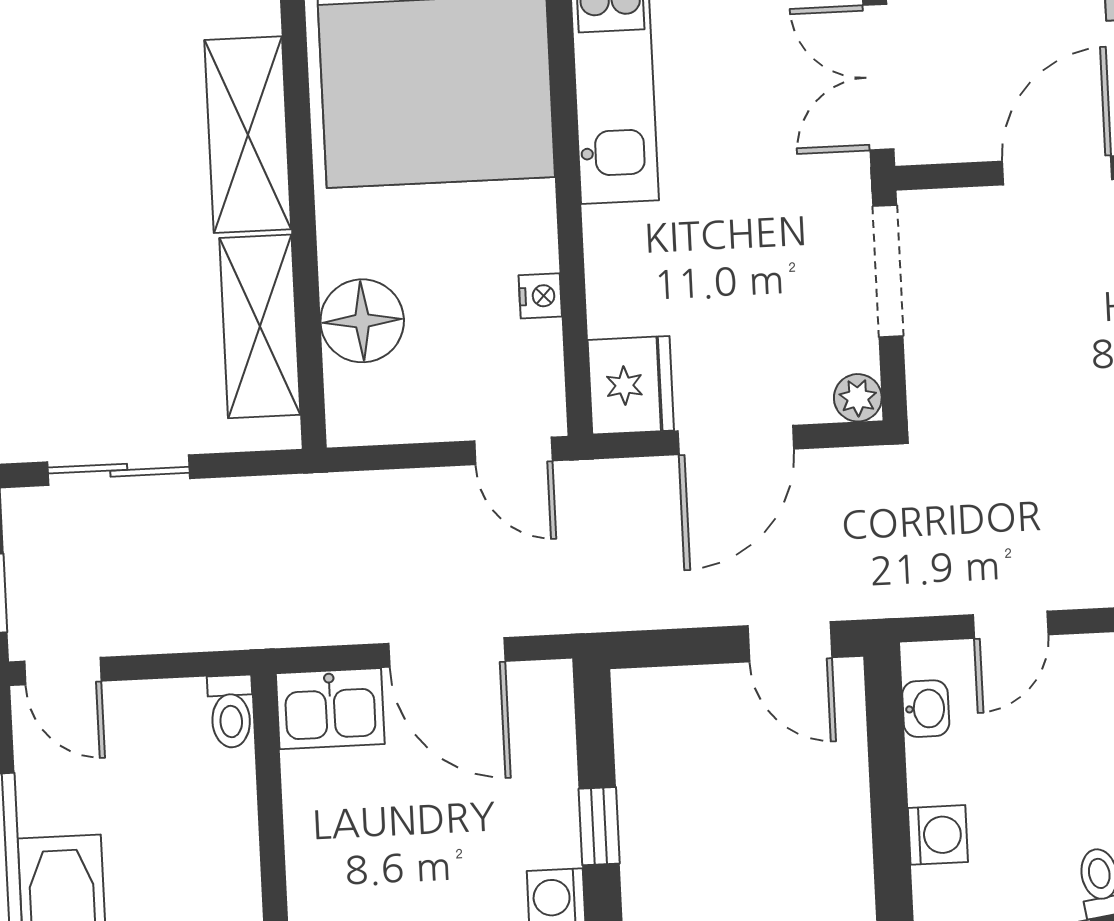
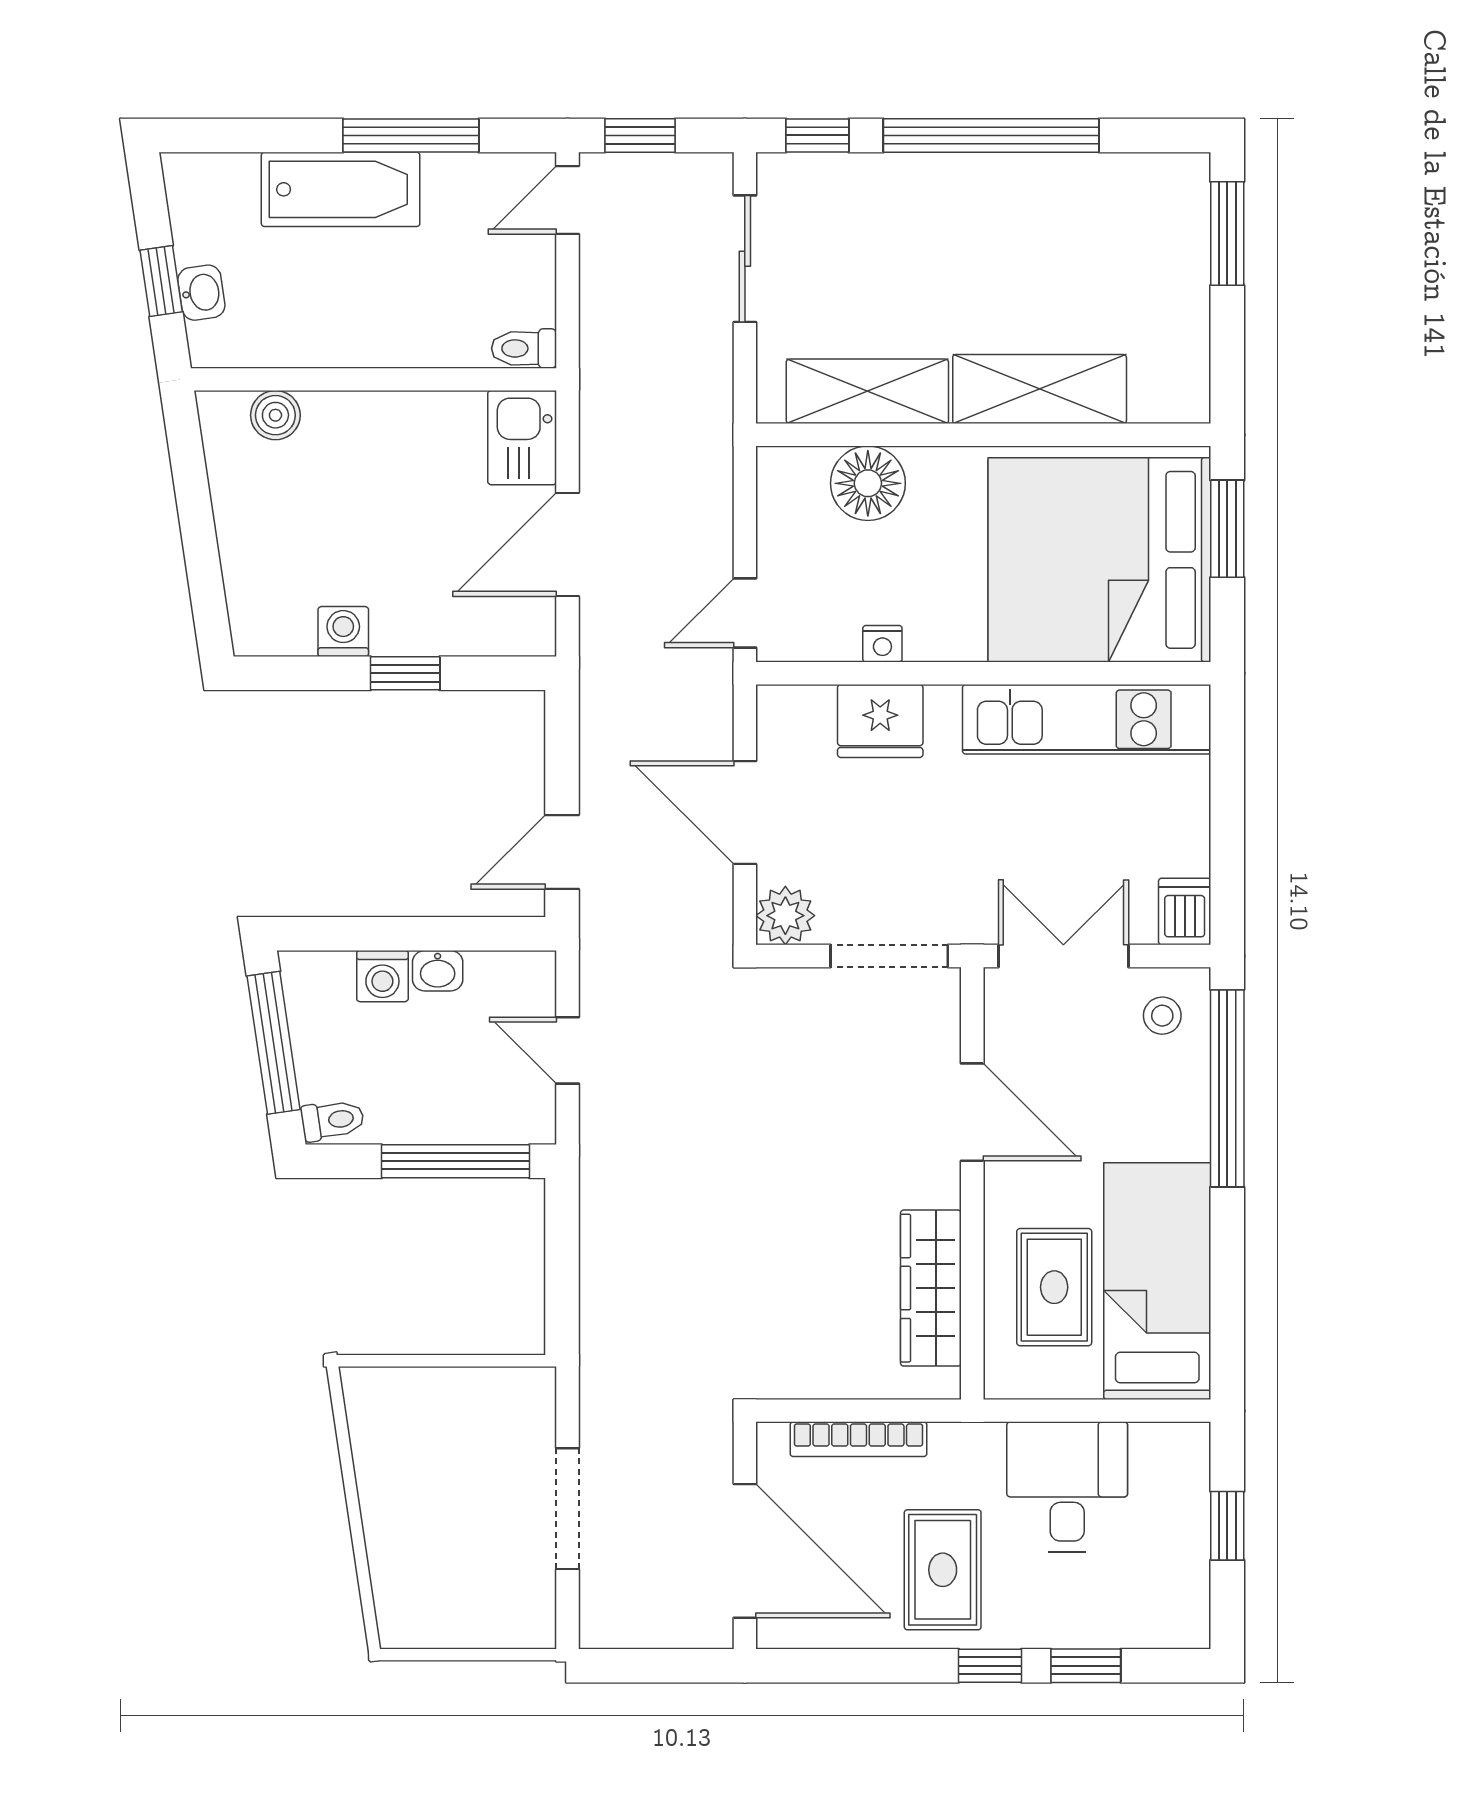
fridge: (631, 385) -> (880, 721), moved
plant: (858, 398) -> (785, 916), width x1.38, depth x1.38
washbasin: (926, 709) -> (438, 971), moved

